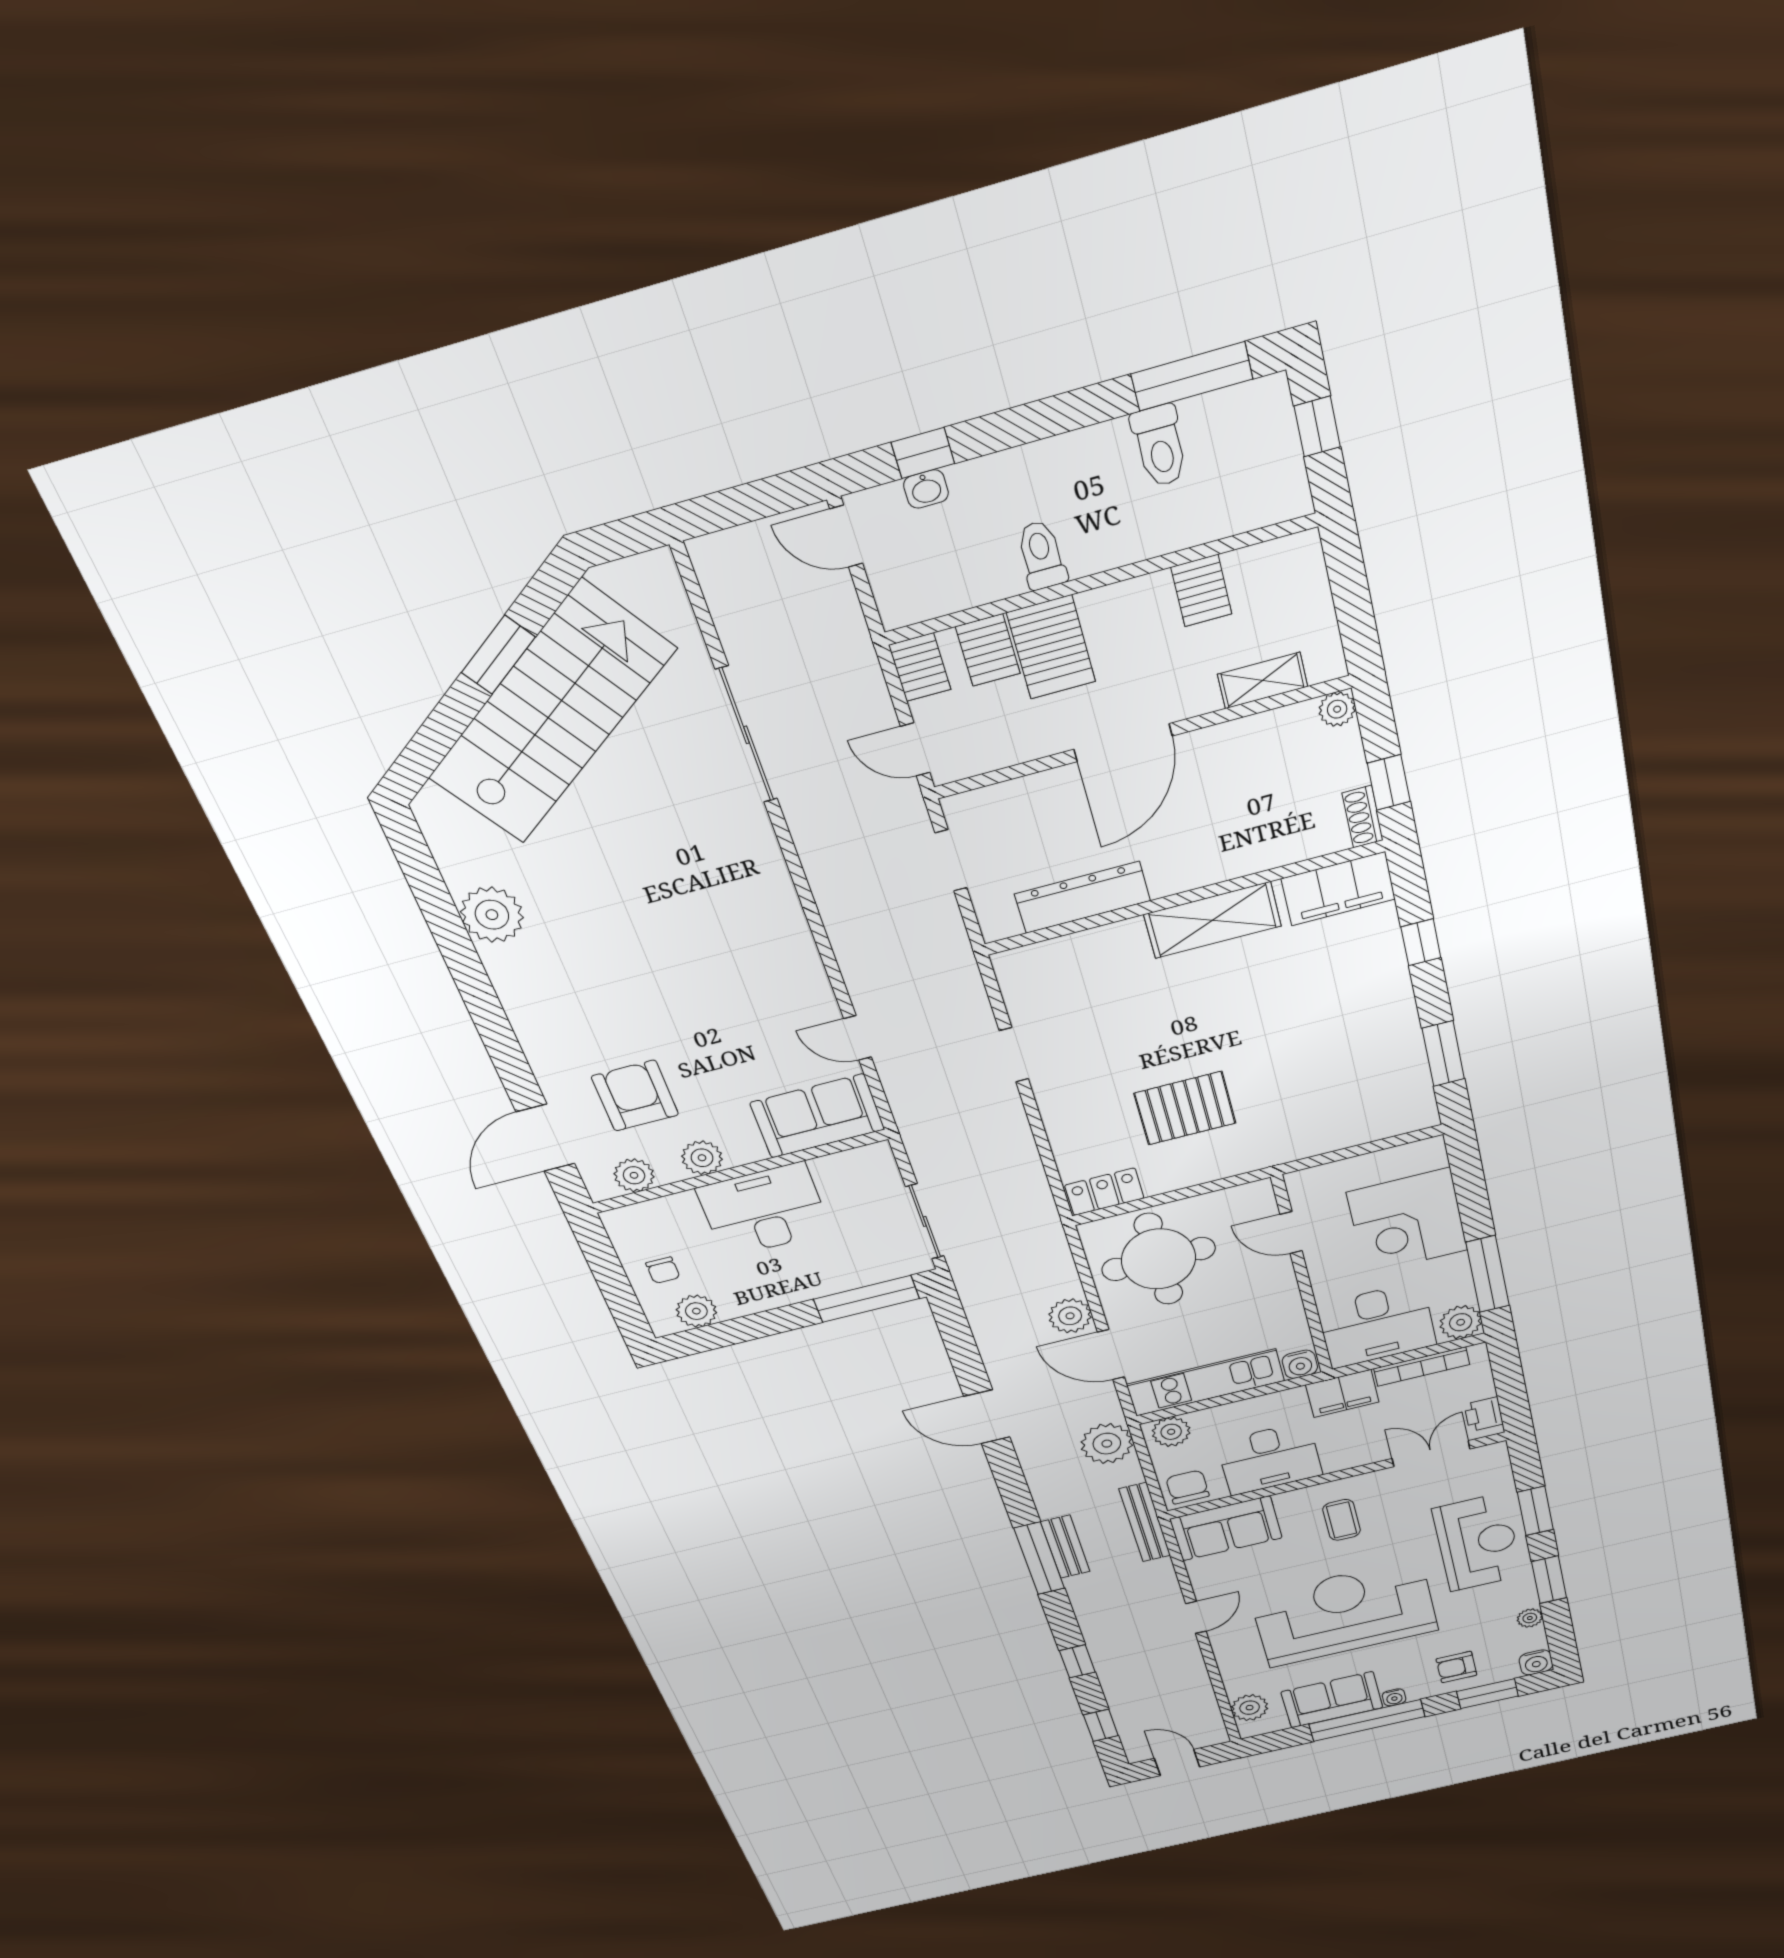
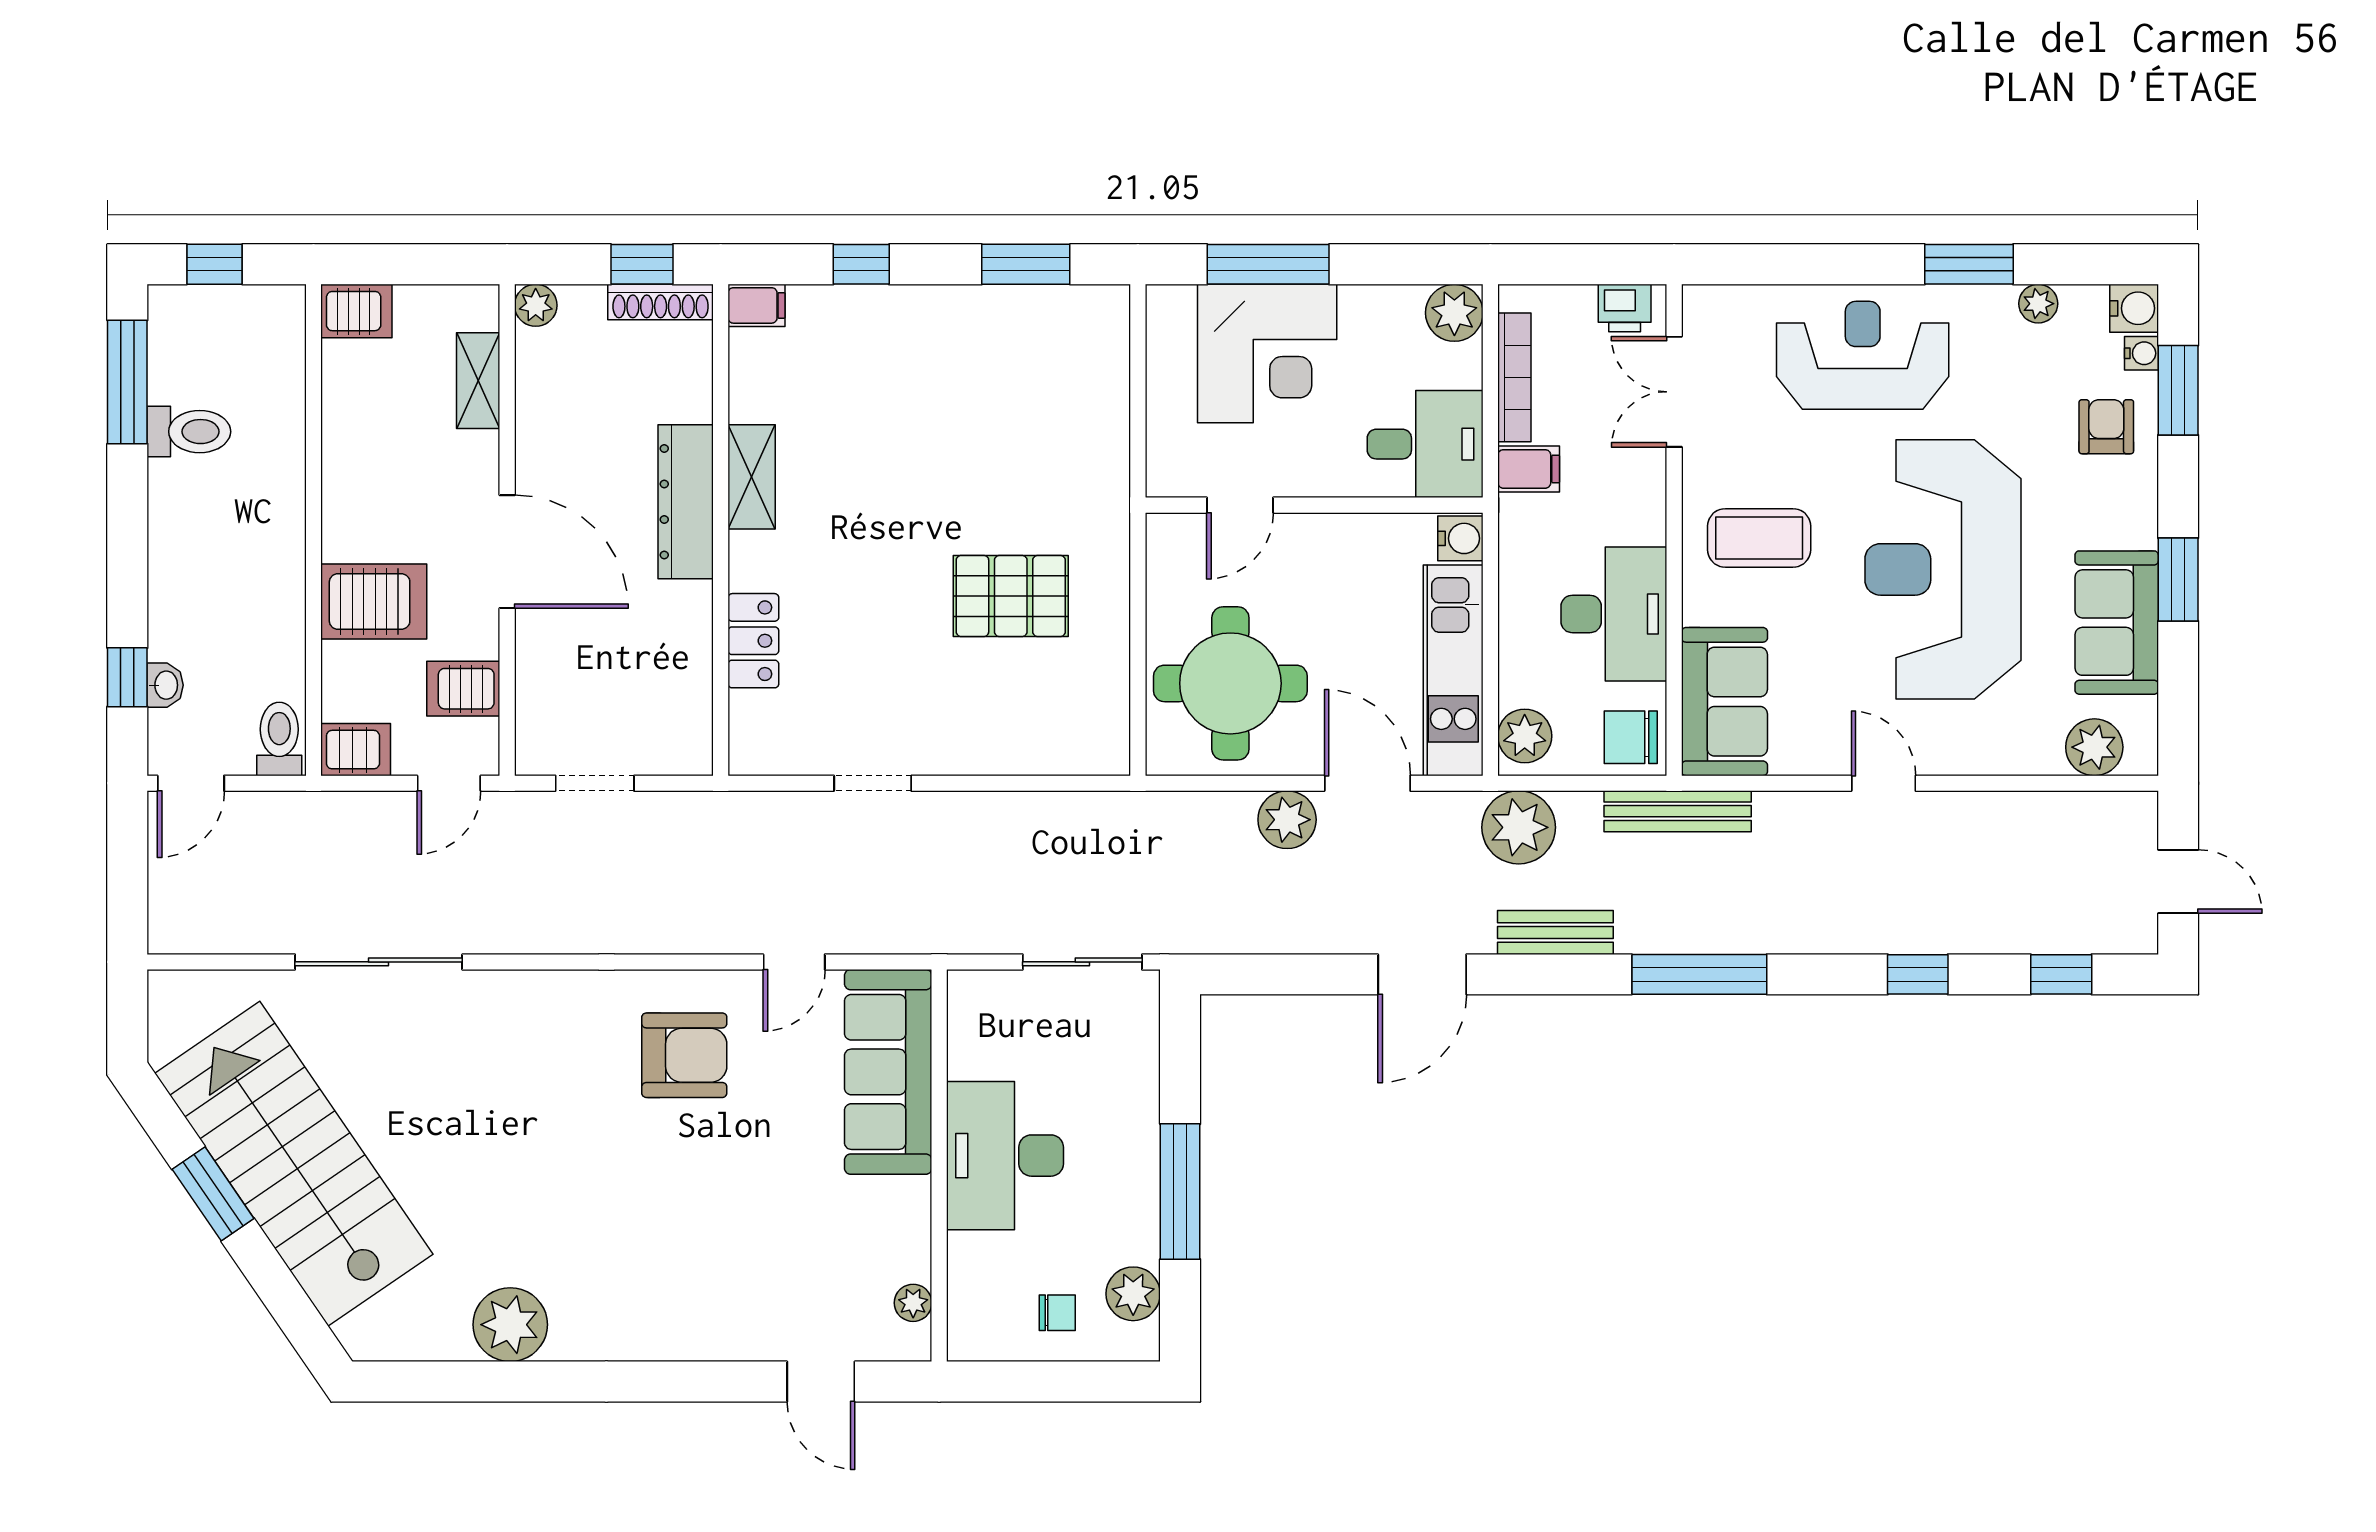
toilet: (1042, 555) -> (279, 739), moved, turned 90
server rack: (1201, 591) -> (356, 311), moved
server rack: (988, 650) -> (463, 689), moved, turned 180
shoe rack: (1363, 817) -> (661, 302), width x1.43
filing cabinet: (1338, 889) -> (757, 305), width x0.33, depth x0.86
dresser: (1082, 897) -> (686, 502), moved
shelving: (1212, 920) -> (752, 477), width x0.67, depth x0.75
armchair: (635, 1096) -> (684, 1055), moved, turned 180
pallet: (1185, 1108) -> (1011, 596), turned 90
sofa: (817, 1116) -> (888, 1072), width x1.36
door: (546, 1138) -> (821, 1382), width x0.73
plant: (702, 1158) -> (906, 1204), removed
plant: (634, 1175) -> (913, 1303), width x0.73, depth x0.73
locker: (1104, 1192) -> (753, 641), moved, turned 180
window: (1488, 1274) -> (1268, 264), moved
window: (866, 1299) -> (1180, 1192), moved
desk: (1377, 1325) -> (1425, 444), width x0.73
door: (1111, 1355) -> (1367, 783), swing flipped
filing cabinet: (1342, 1393) -> (1529, 469), width x0.50
window: (1535, 1511) -> (1827, 264), removed
coffee table: (1342, 1520) -> (1759, 538), width x1.36, depth x1.30
bench: (1065, 1547) -> (1555, 933), moved
armchair: (1456, 1667) -> (2106, 427), turned 180
water cooler: (1394, 1697) -> (2141, 353), moved
window: (1367, 1720) -> (2178, 580), width x0.47
door: (1177, 1763) -> (2178, 881), swing flipped

